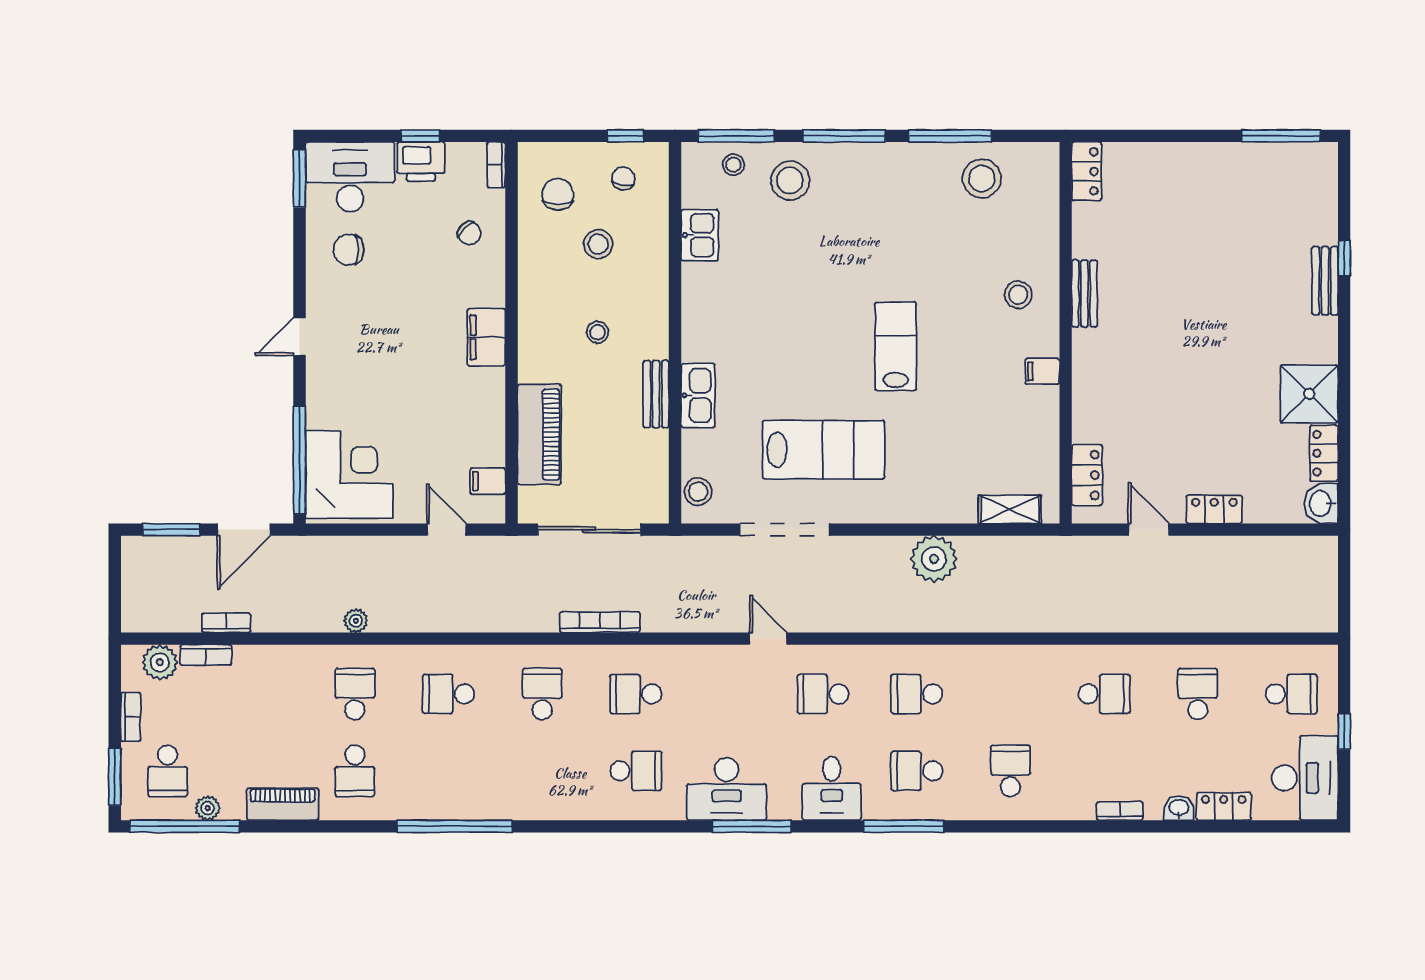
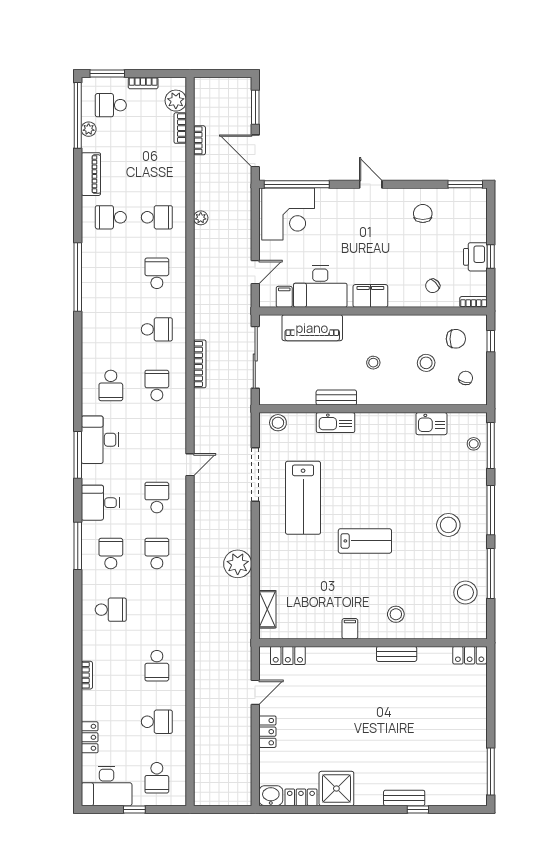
window: (625, 136) -> (491, 341), moved
desk: (350, 177) -> (320, 286), moved, turned 90
chair: (623, 178) -> (466, 378), turned -84
stool: (790, 181) -> (448, 525), moved
washbasin: (1179, 808) -> (89, 710), removed

